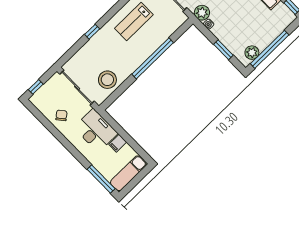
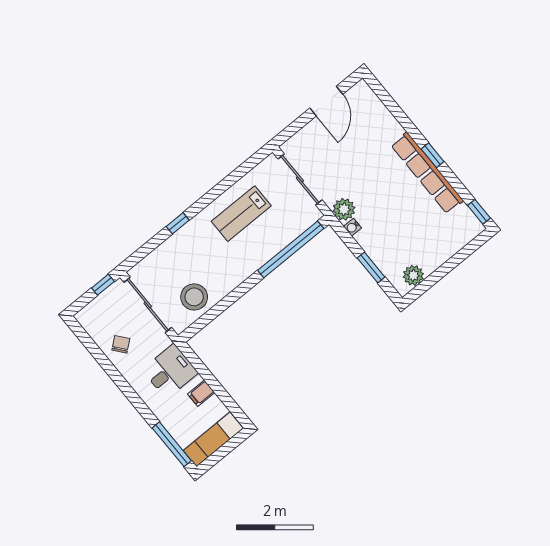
window: (270, 49) -> (440, 273), removed
window: (153, 58) -> (291, 249), moved
window: (36, 87) -> (103, 285), moved
desk: (96, 131) -> (170, 371), width x0.73

